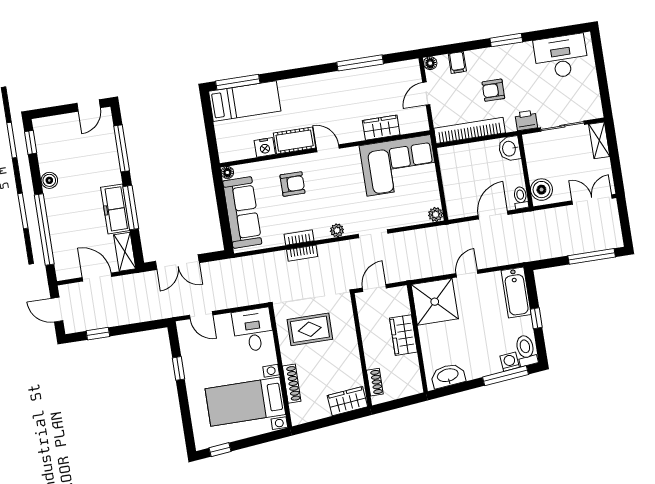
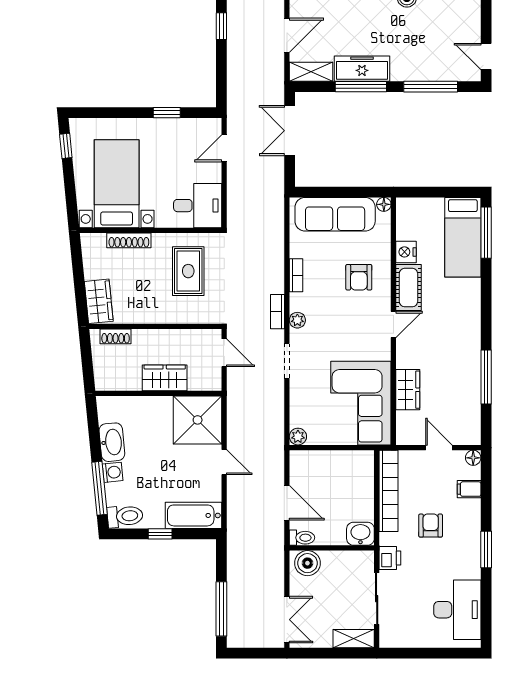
bookcase: (302, 253) -> (277, 312), moved
washing machine: (510, 362) -> (113, 472), moved
washbasin: (448, 376) -> (112, 442), moved

